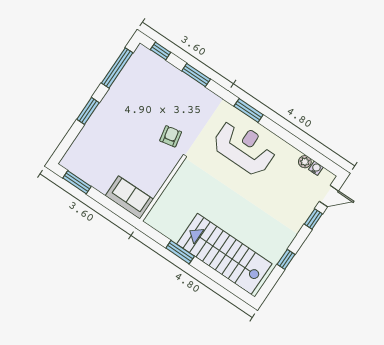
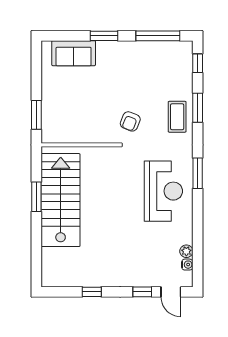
coffee table: (192, 96) -> (177, 117), added
armchair: (171, 136) -> (130, 121), turned 124
window: (77, 182) -> (36, 115), moved
sofa: (129, 198) -> (74, 53), moved, turned 90
stairs: (224, 254) -> (61, 200), moved

